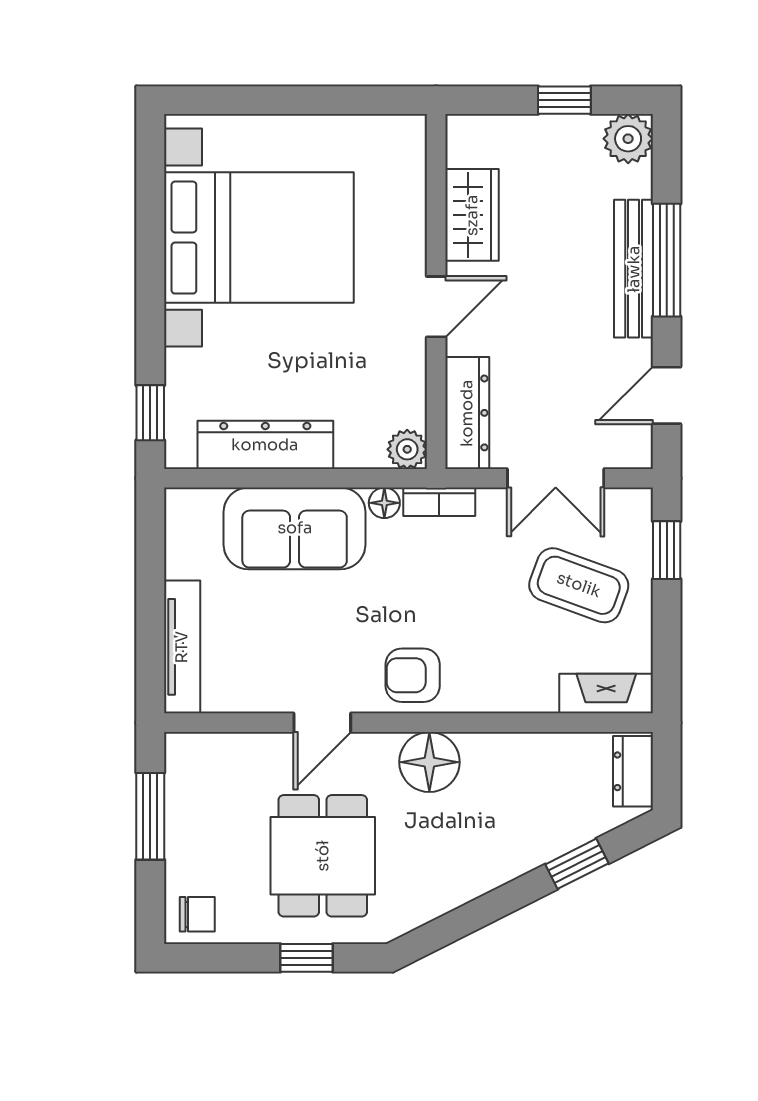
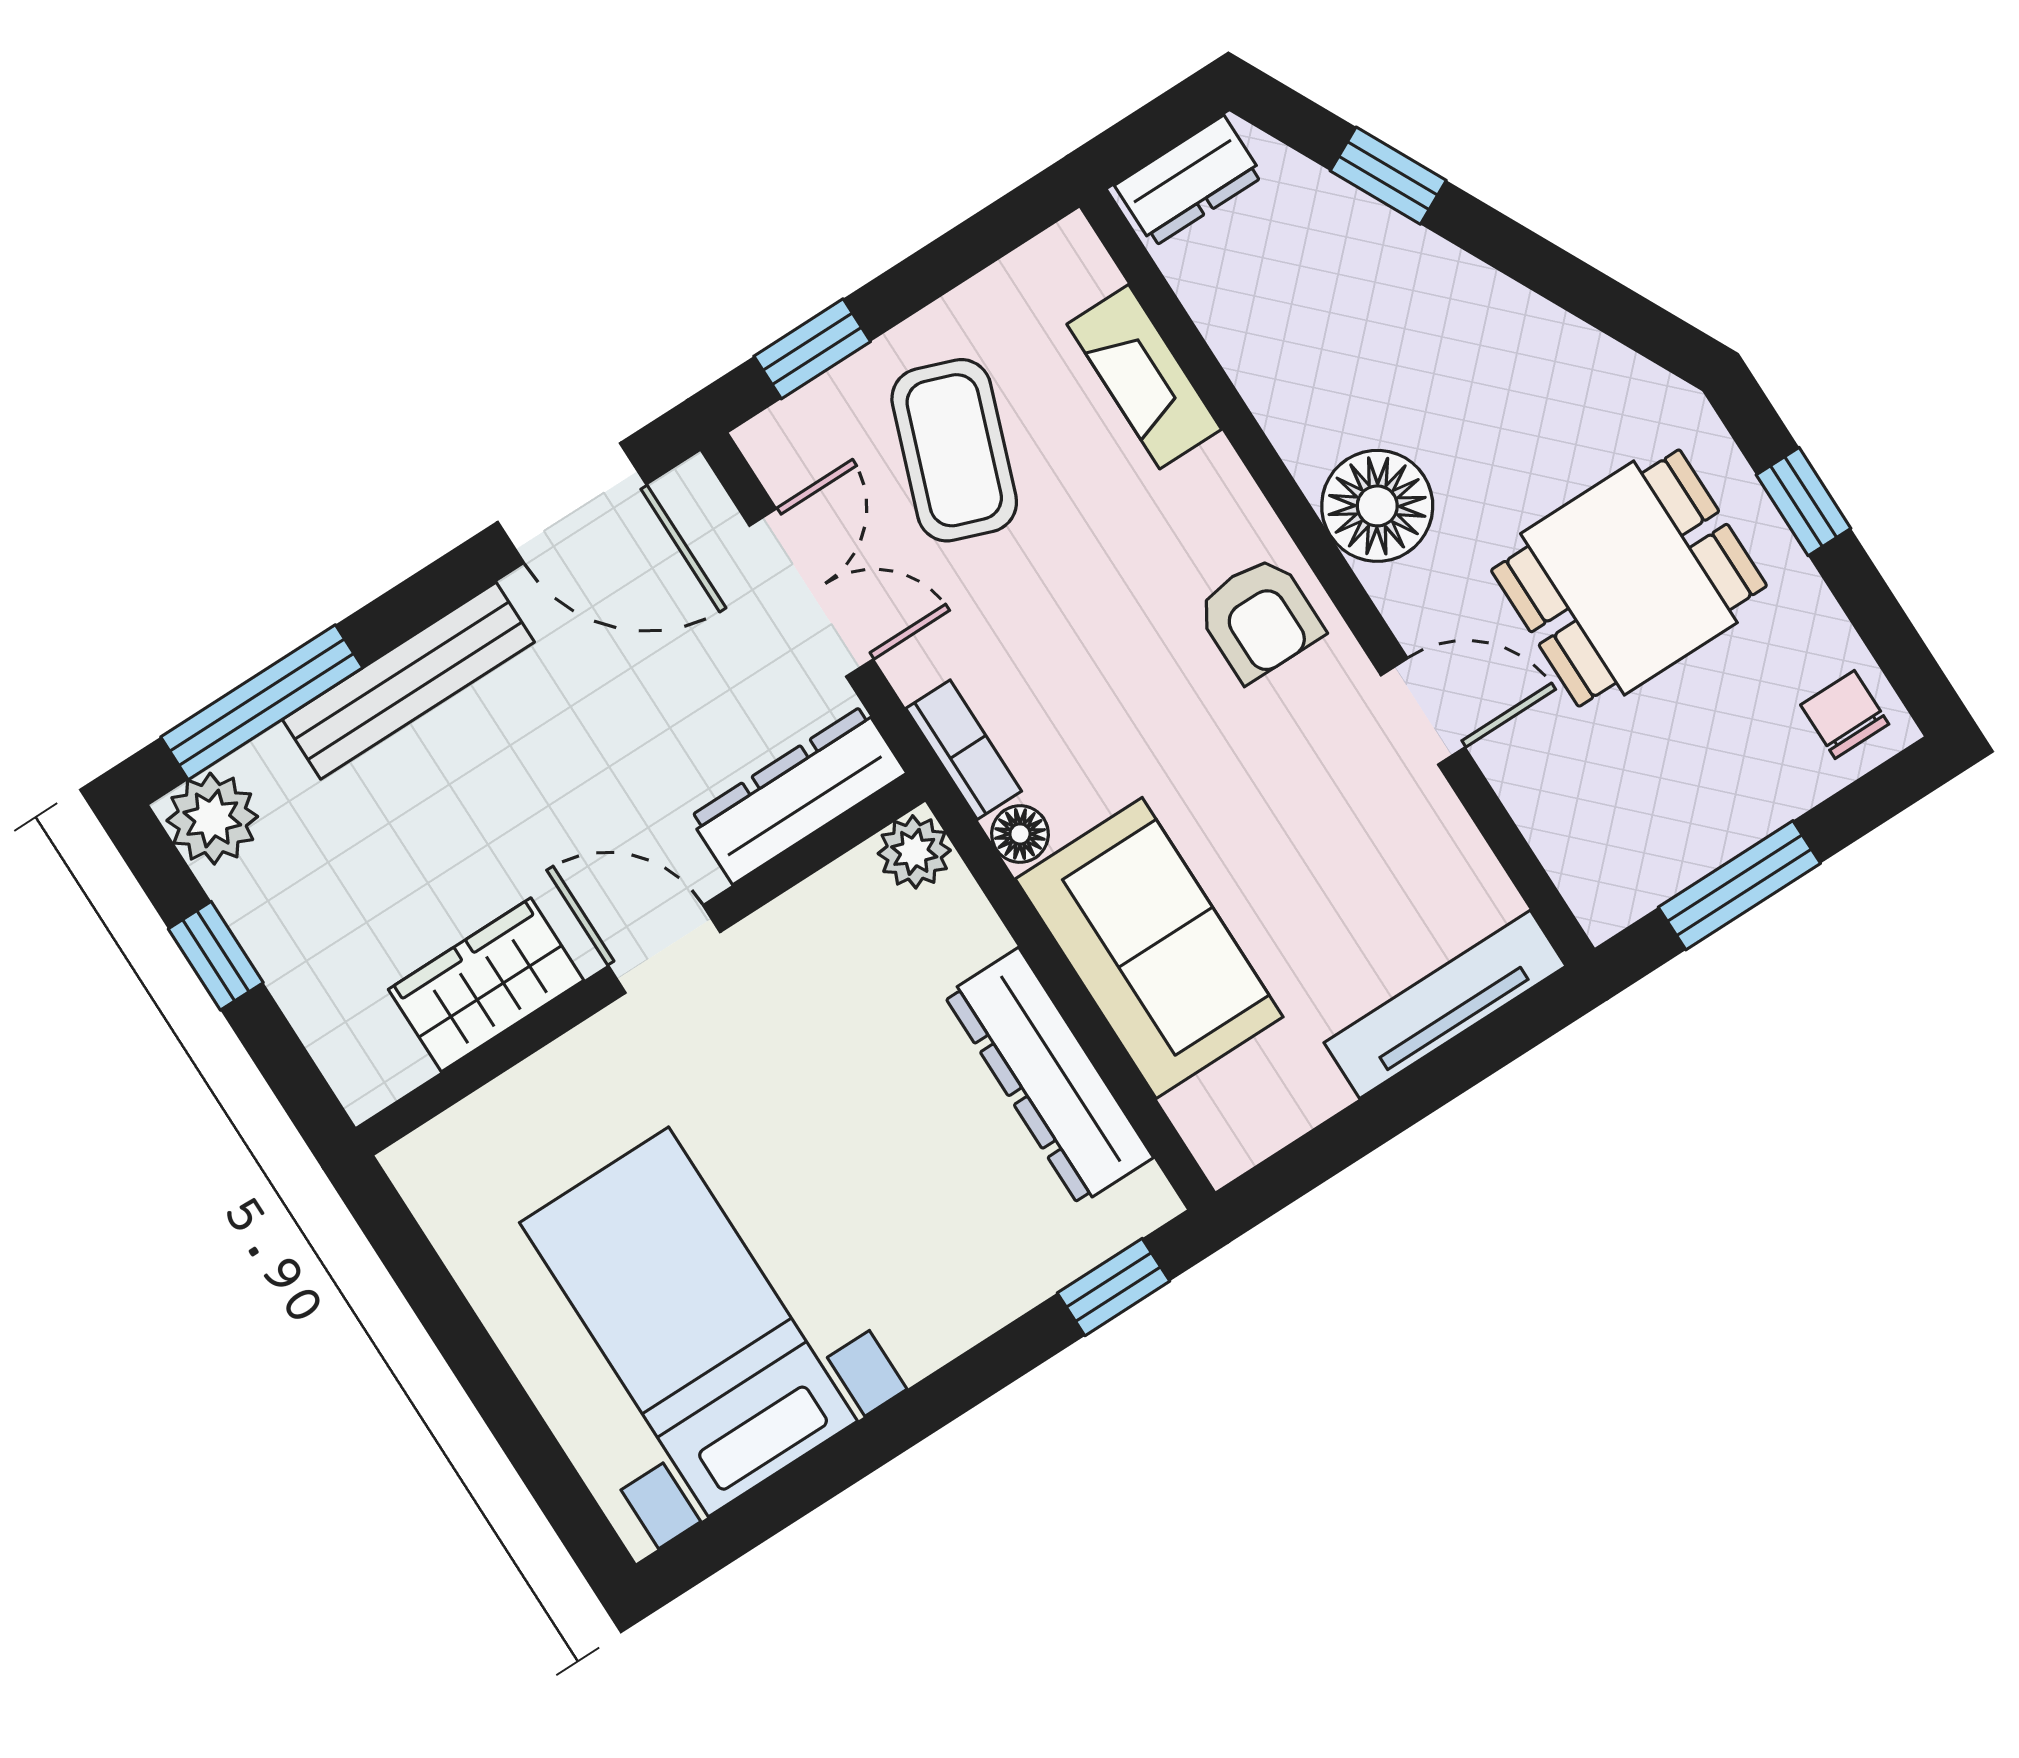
bed with nightstands: (259, 238) -> (688, 1322), width x0.73
window: (667, 260) -> (262, 702), moved
door: (667, 395) -> (572, 503), width x1.38
fireplace: (606, 694) -> (1144, 377), moved

